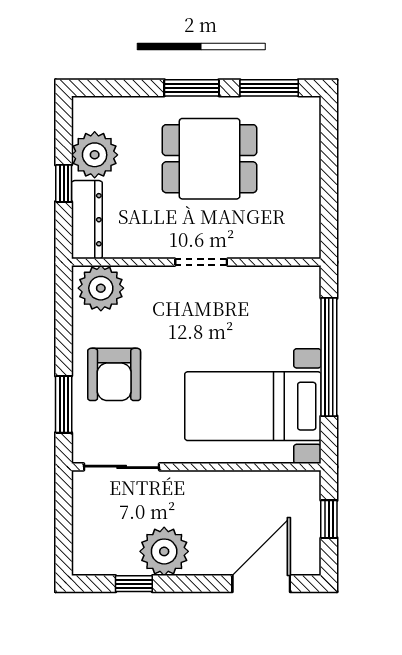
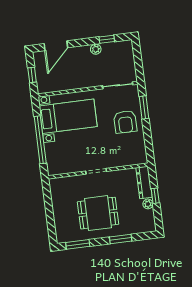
window: (192, 88) -> (121, 239), moved
plant: (95, 155) -> (148, 204), width x0.53, depth x0.53
plant: (101, 288) -> (135, 156), removed
armchair: (114, 374) -> (125, 122), turned 180
plant: (164, 551) -> (96, 49), width x0.53, depth x0.53

